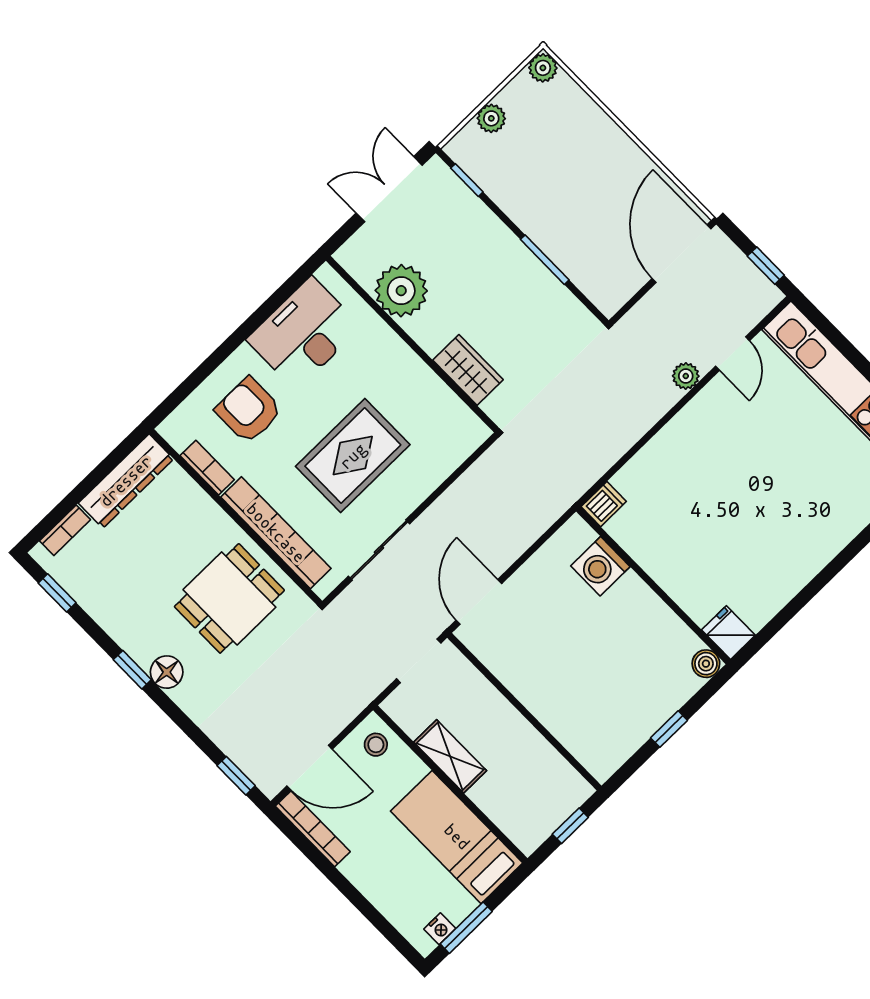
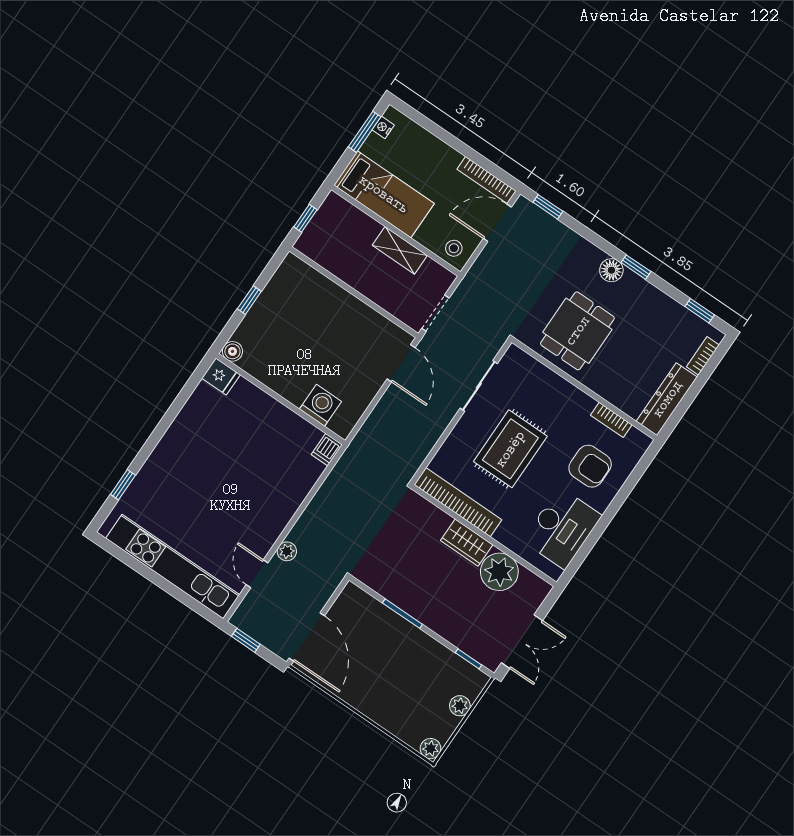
wardrobe: (468, 370) -> (467, 543), moved
bookcase: (276, 533) -> (458, 502), moved, turned 180

